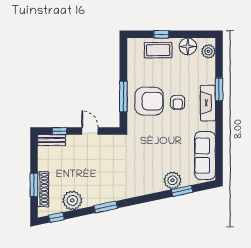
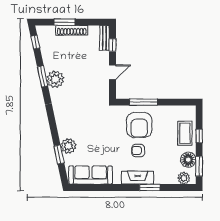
window: (195, 34) -> (199, 166), added
shoe rack: (43, 189) -> (72, 30), moved
plant: (72, 200) -> (55, 79), moved
window: (106, 207) -> (42, 76), moved

